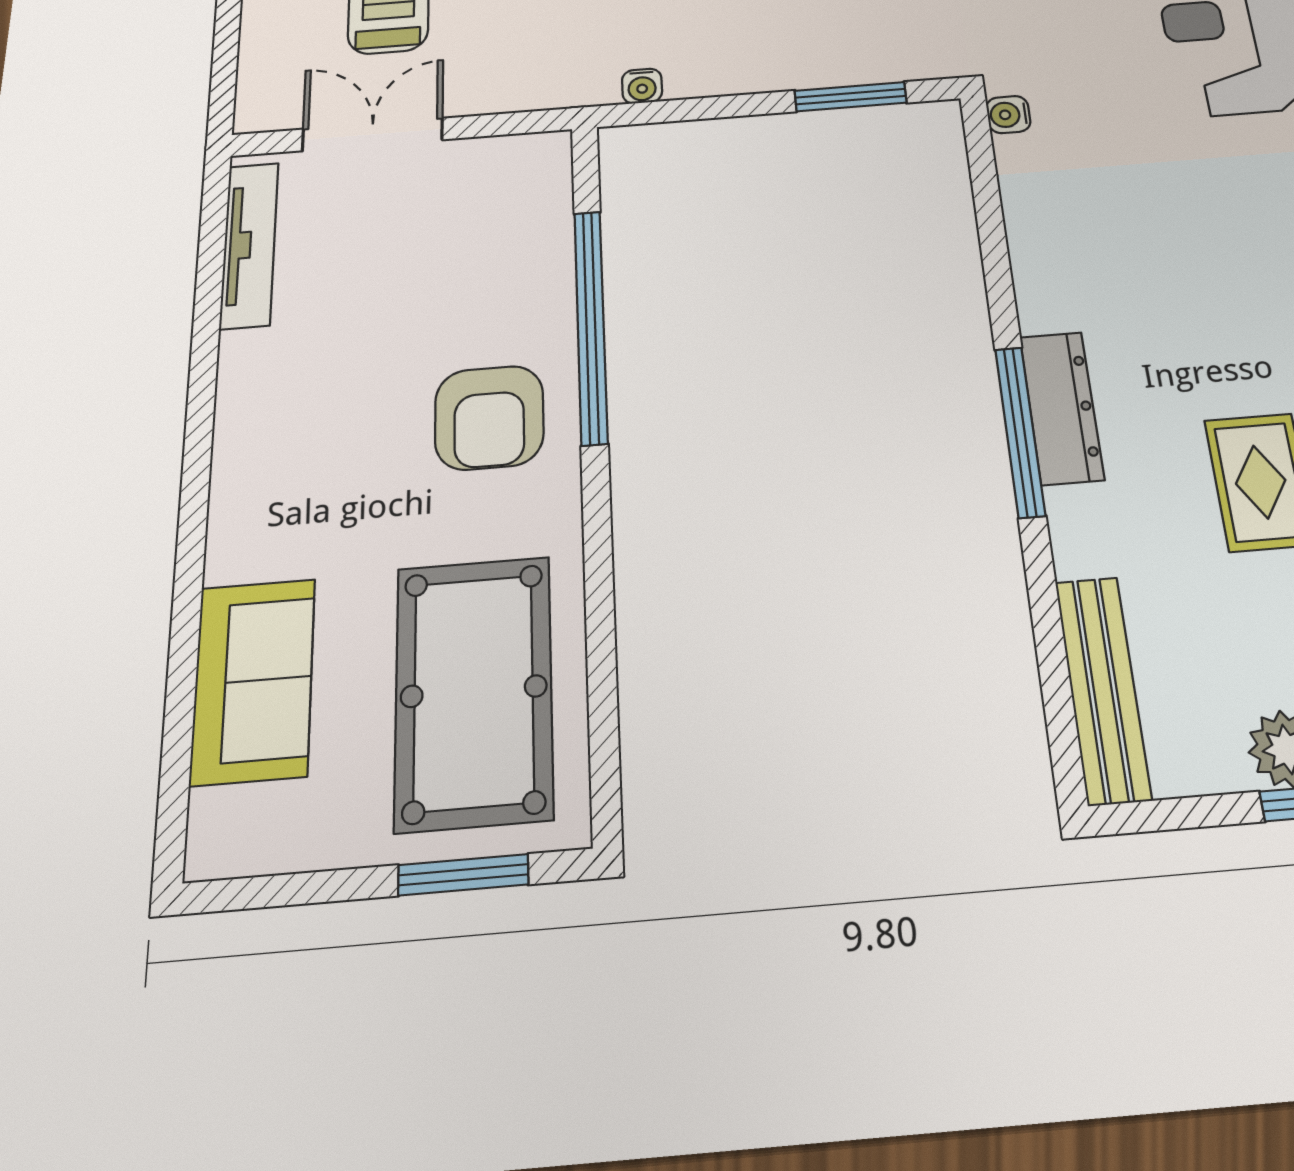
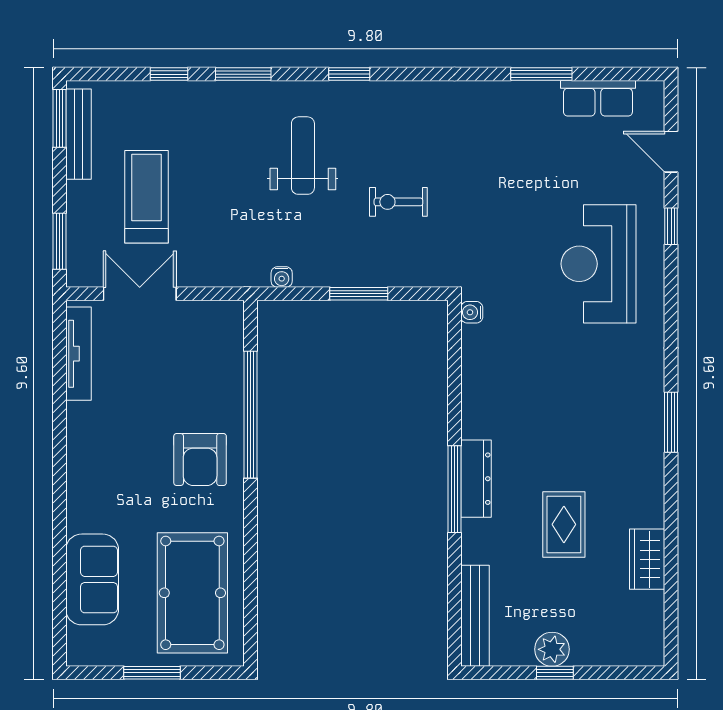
window: (225, 62) -> (59, 241), added
window: (851, 97) -> (359, 294), moved
window: (463, 875) -> (152, 673), moved

